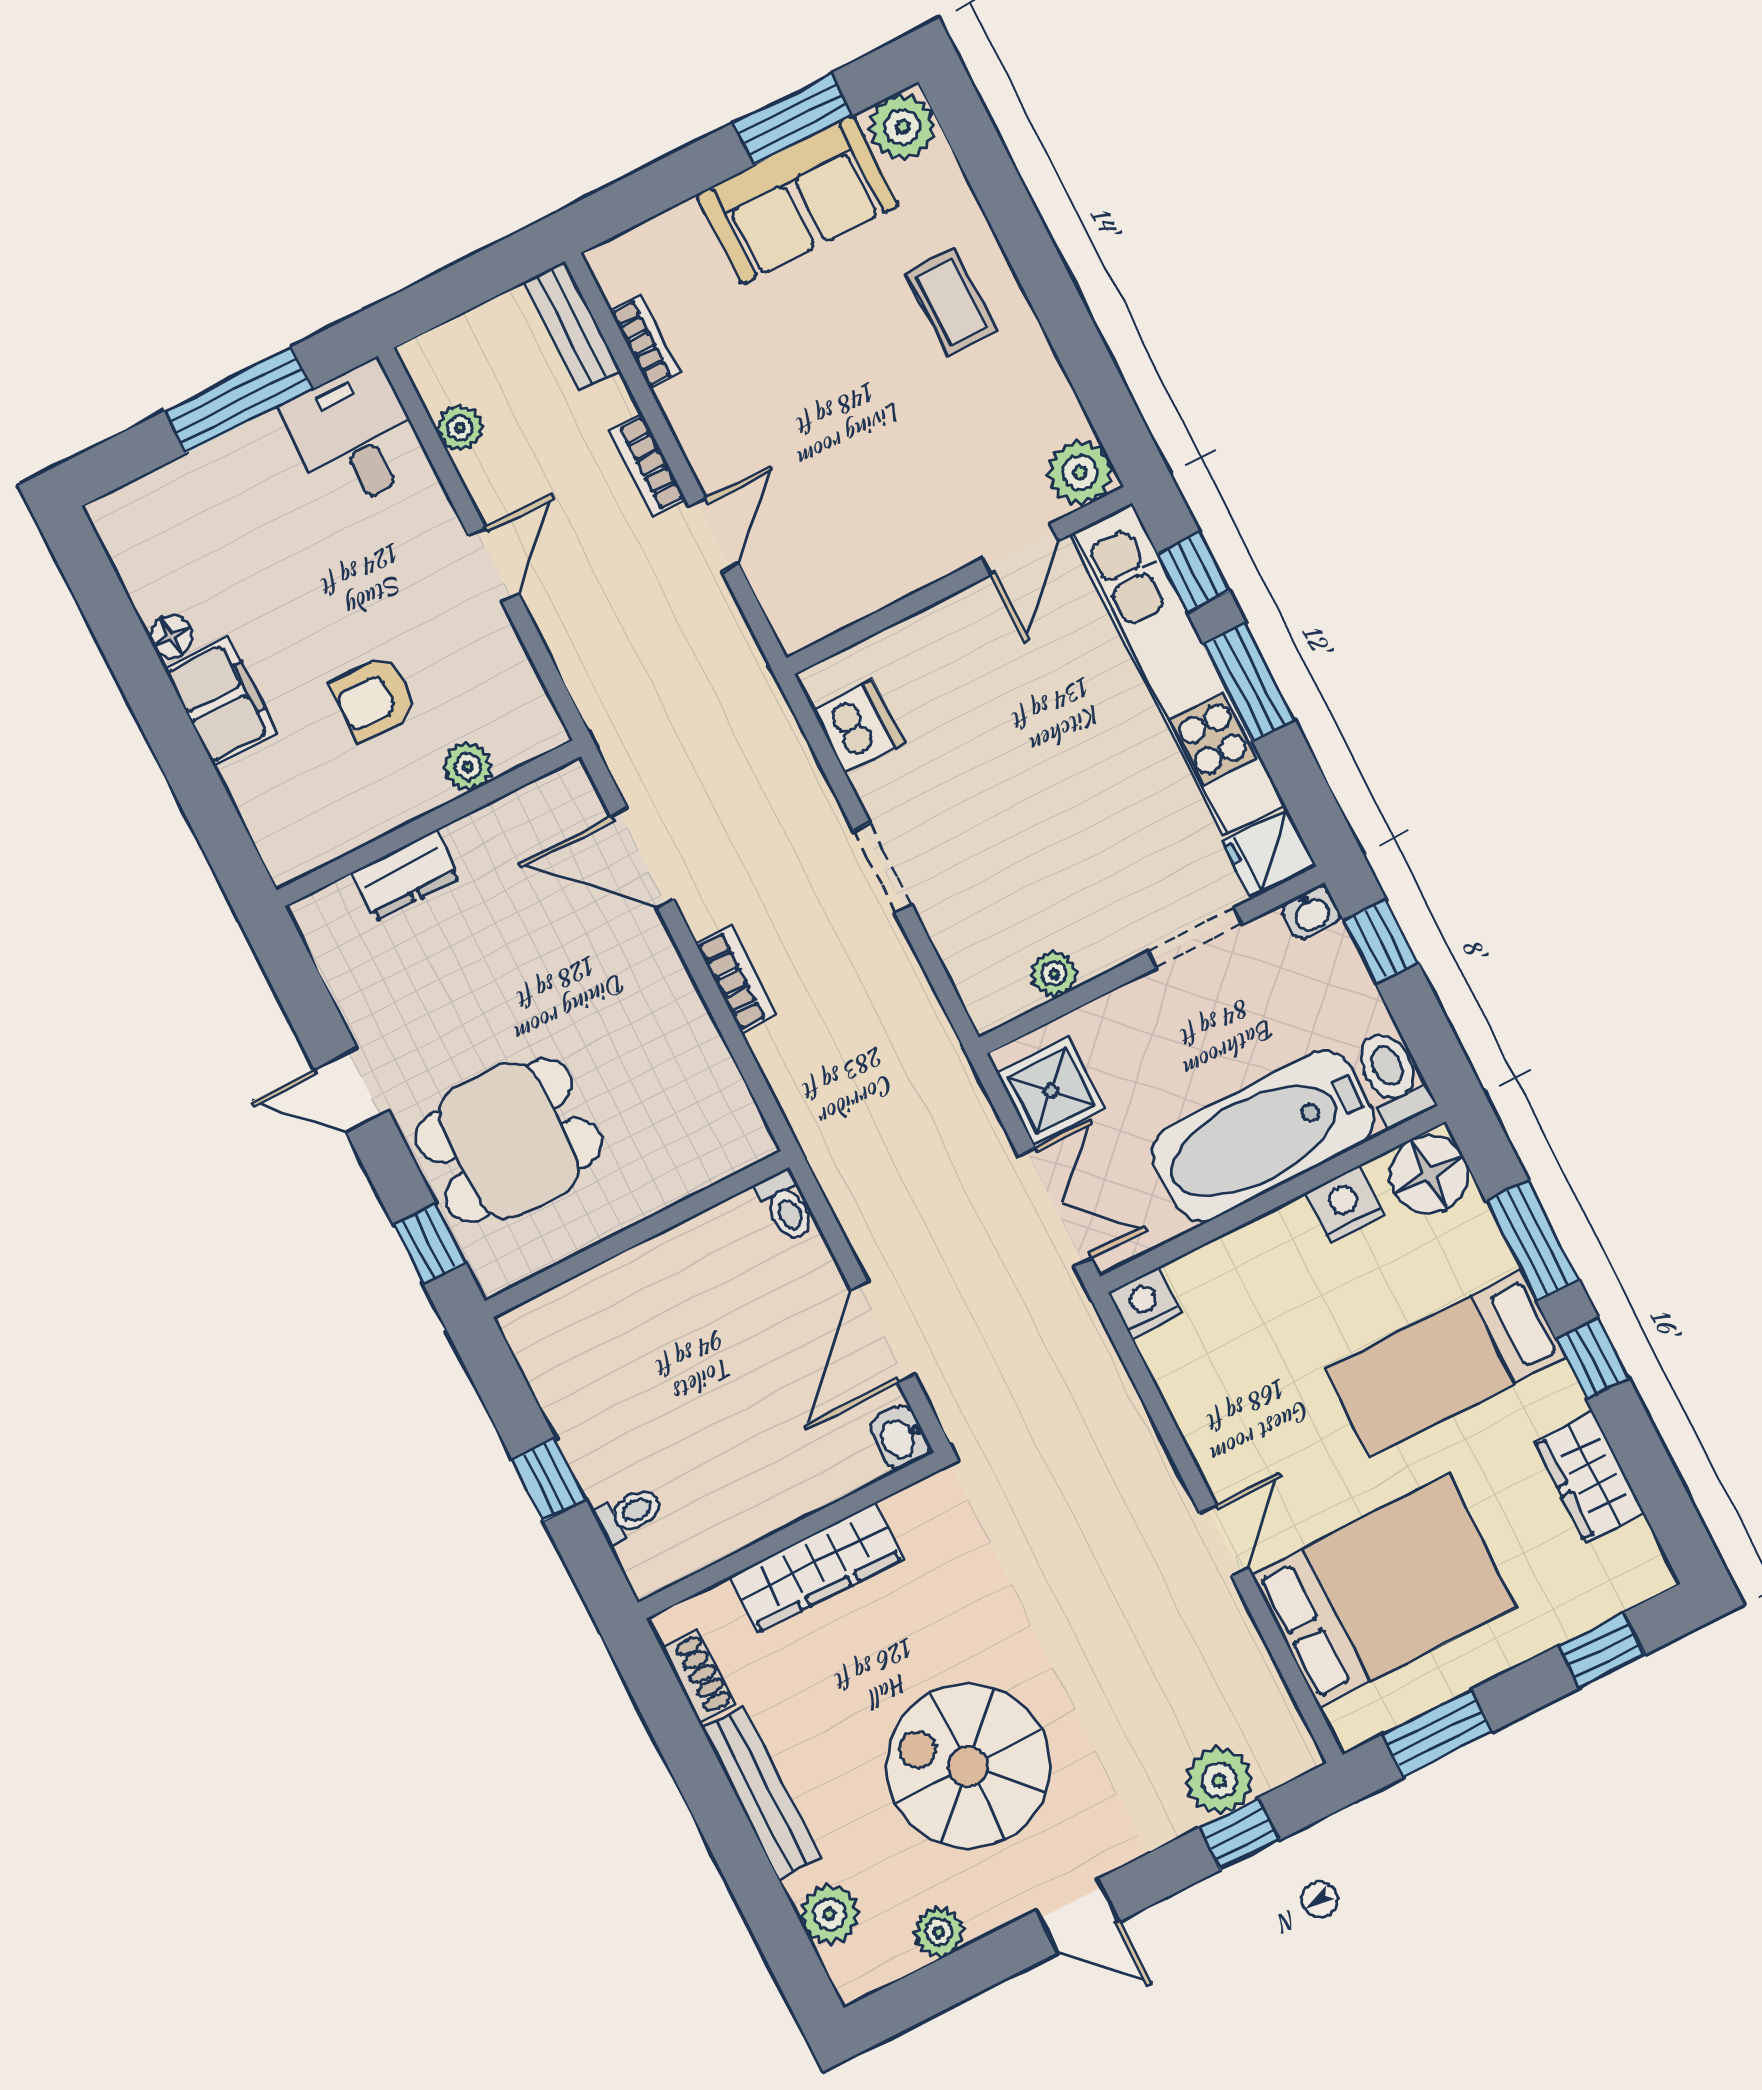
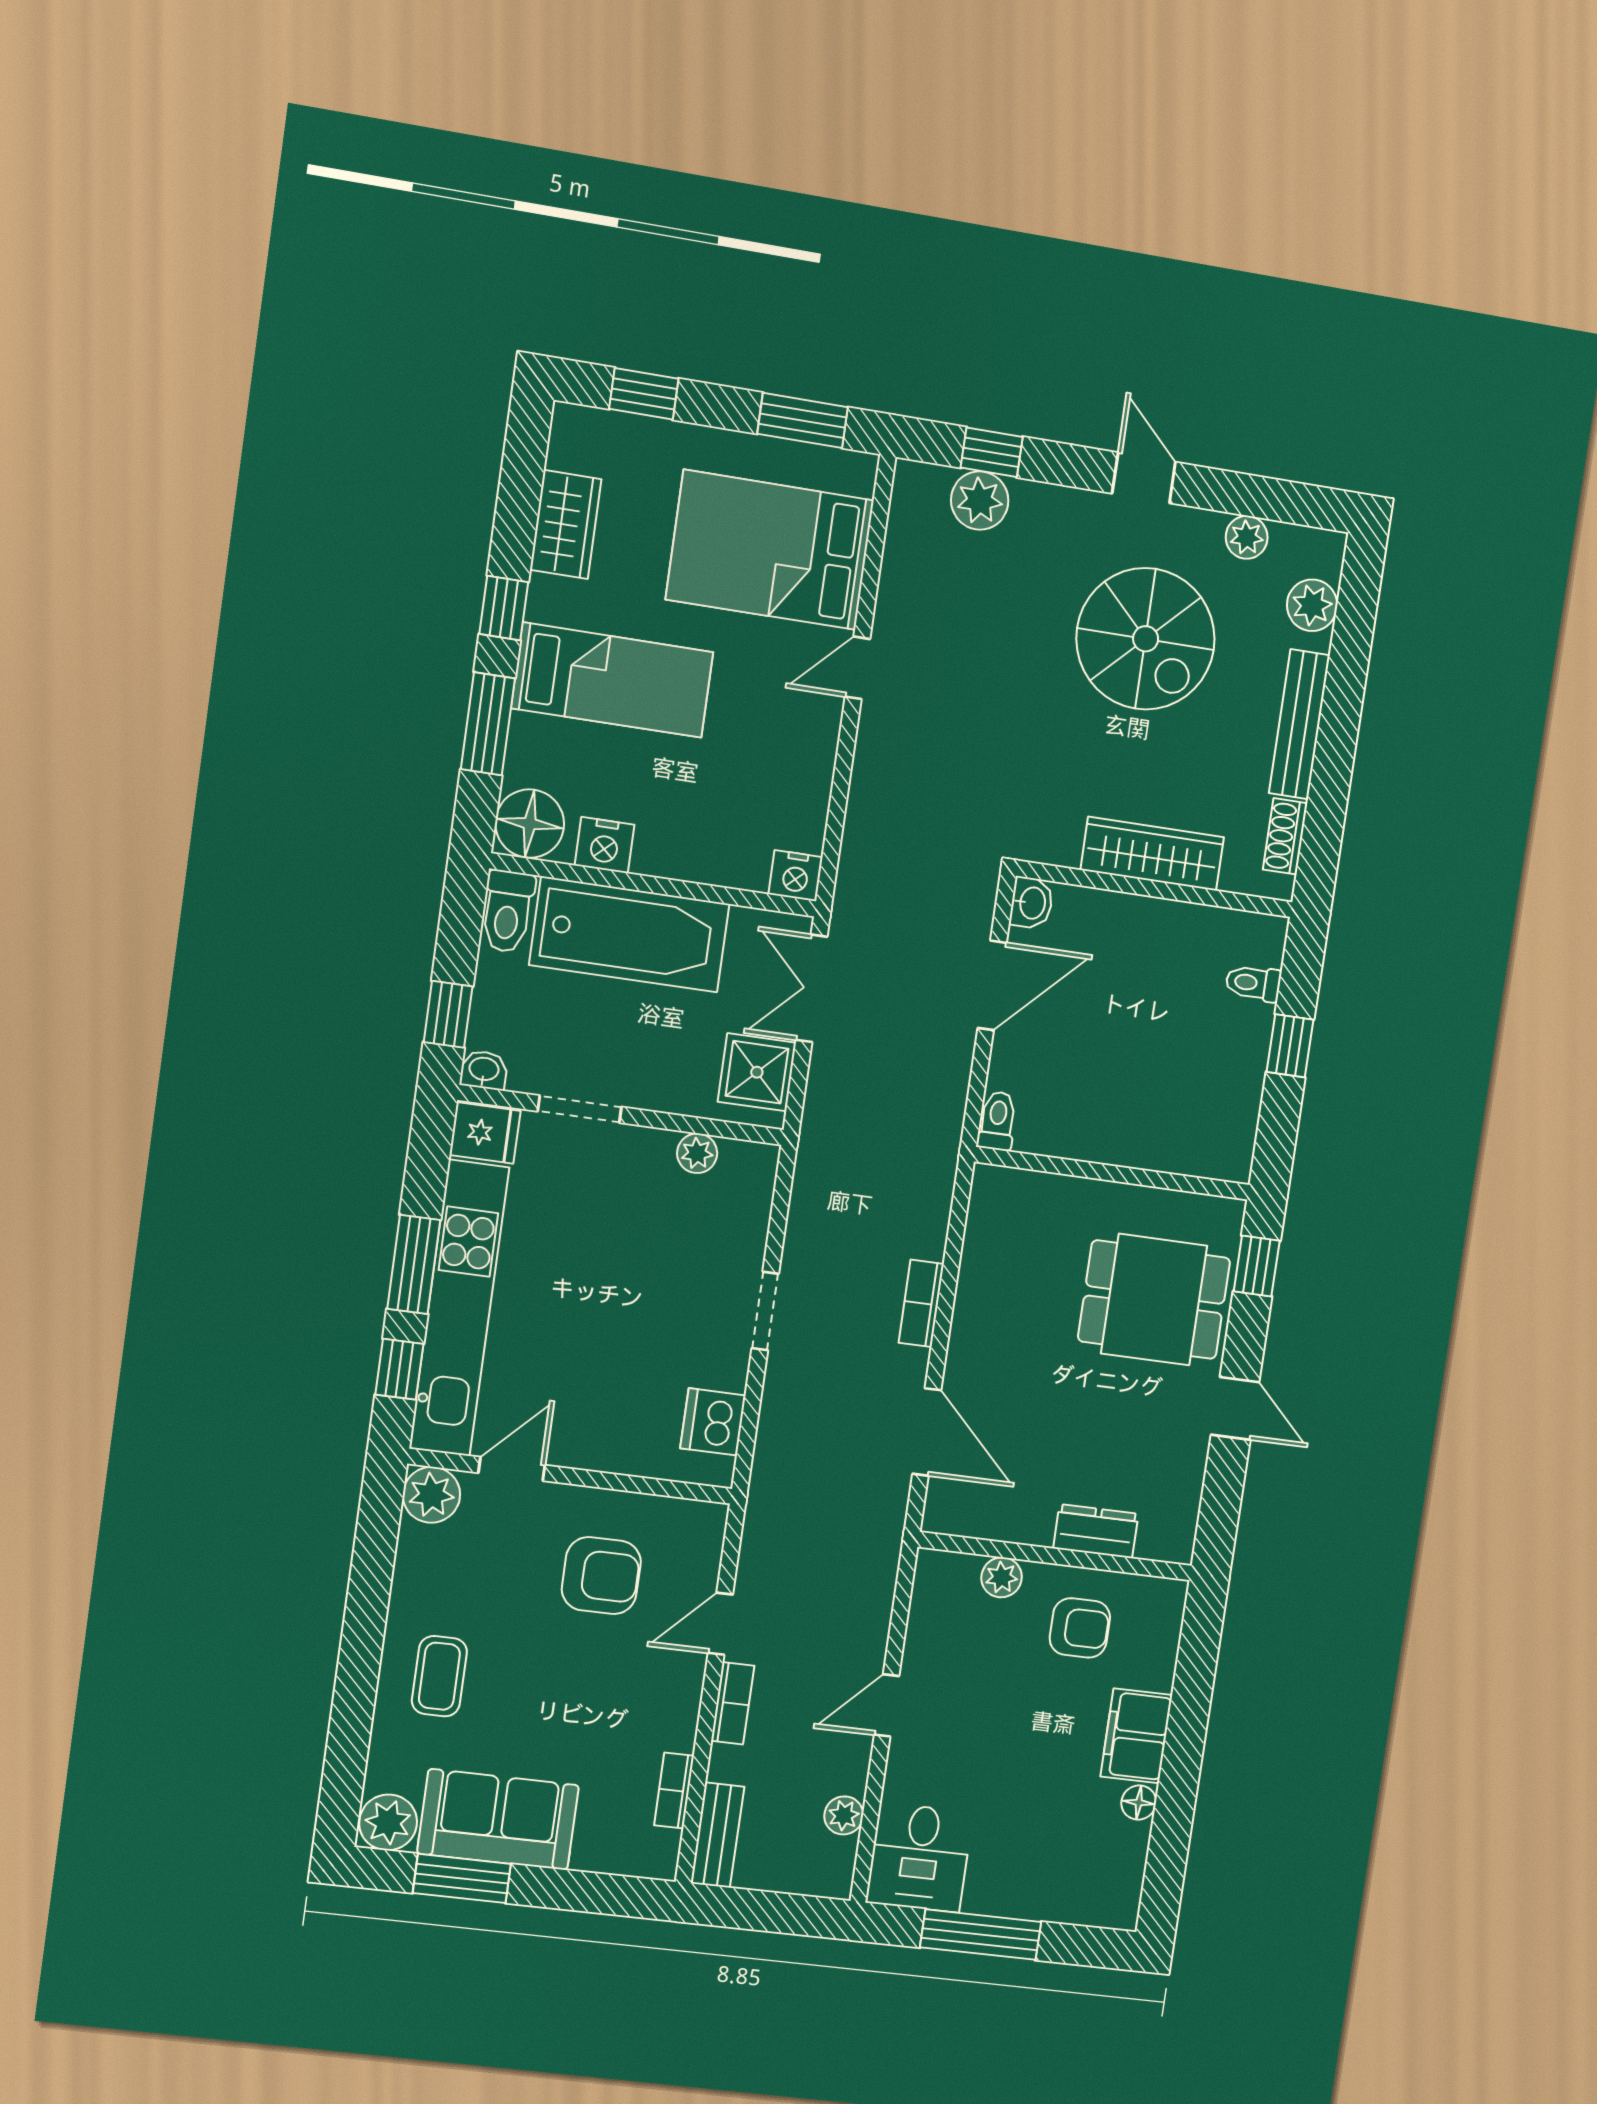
armchair: (863, 504) -> (601, 1576), added
armchair: (375, 699) -> (1080, 1628), moved

